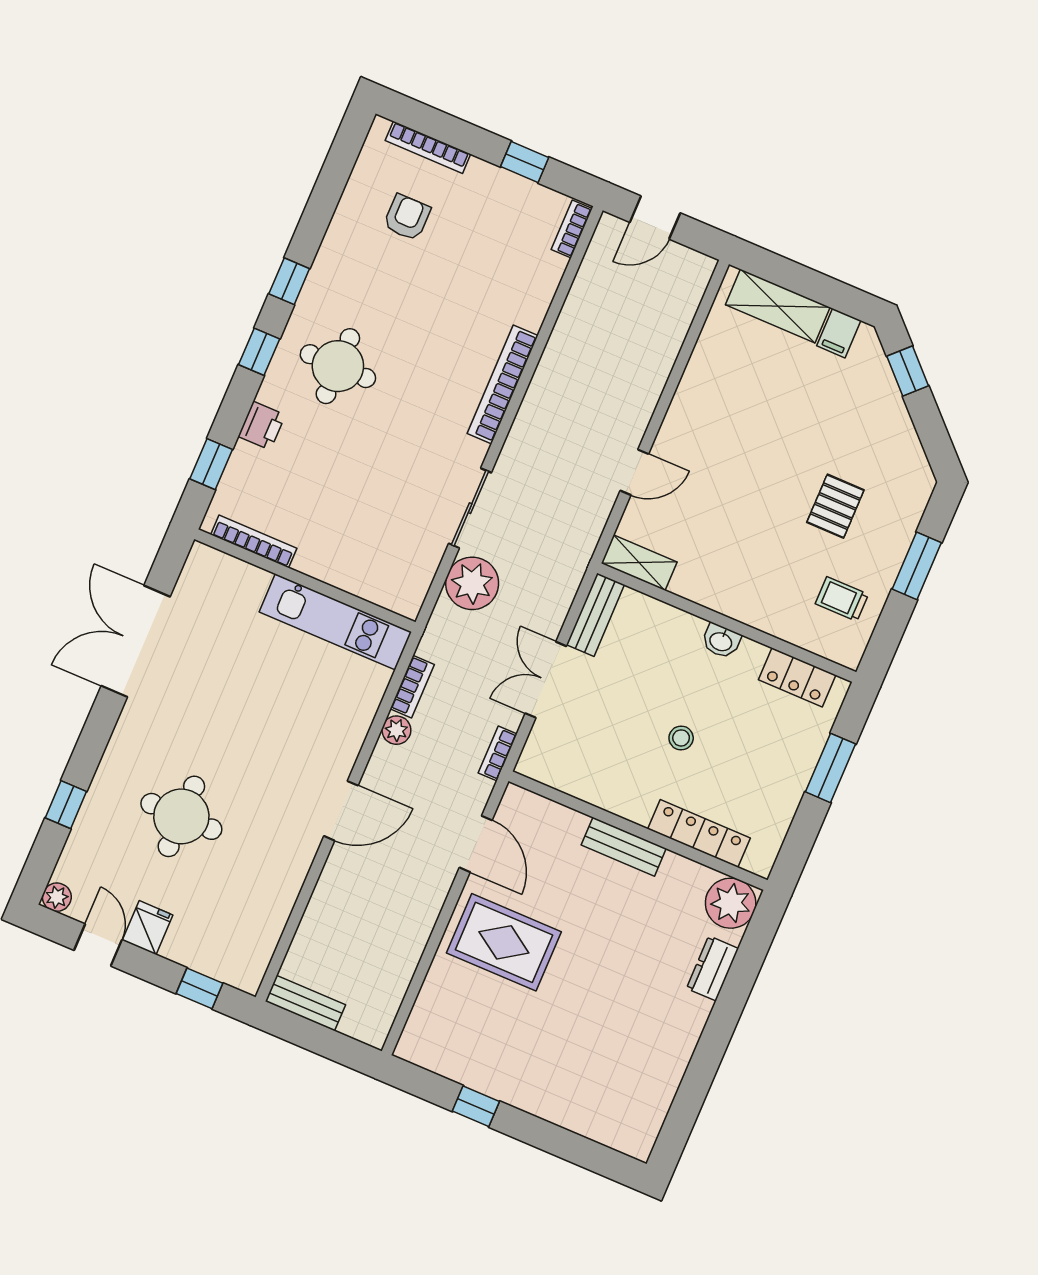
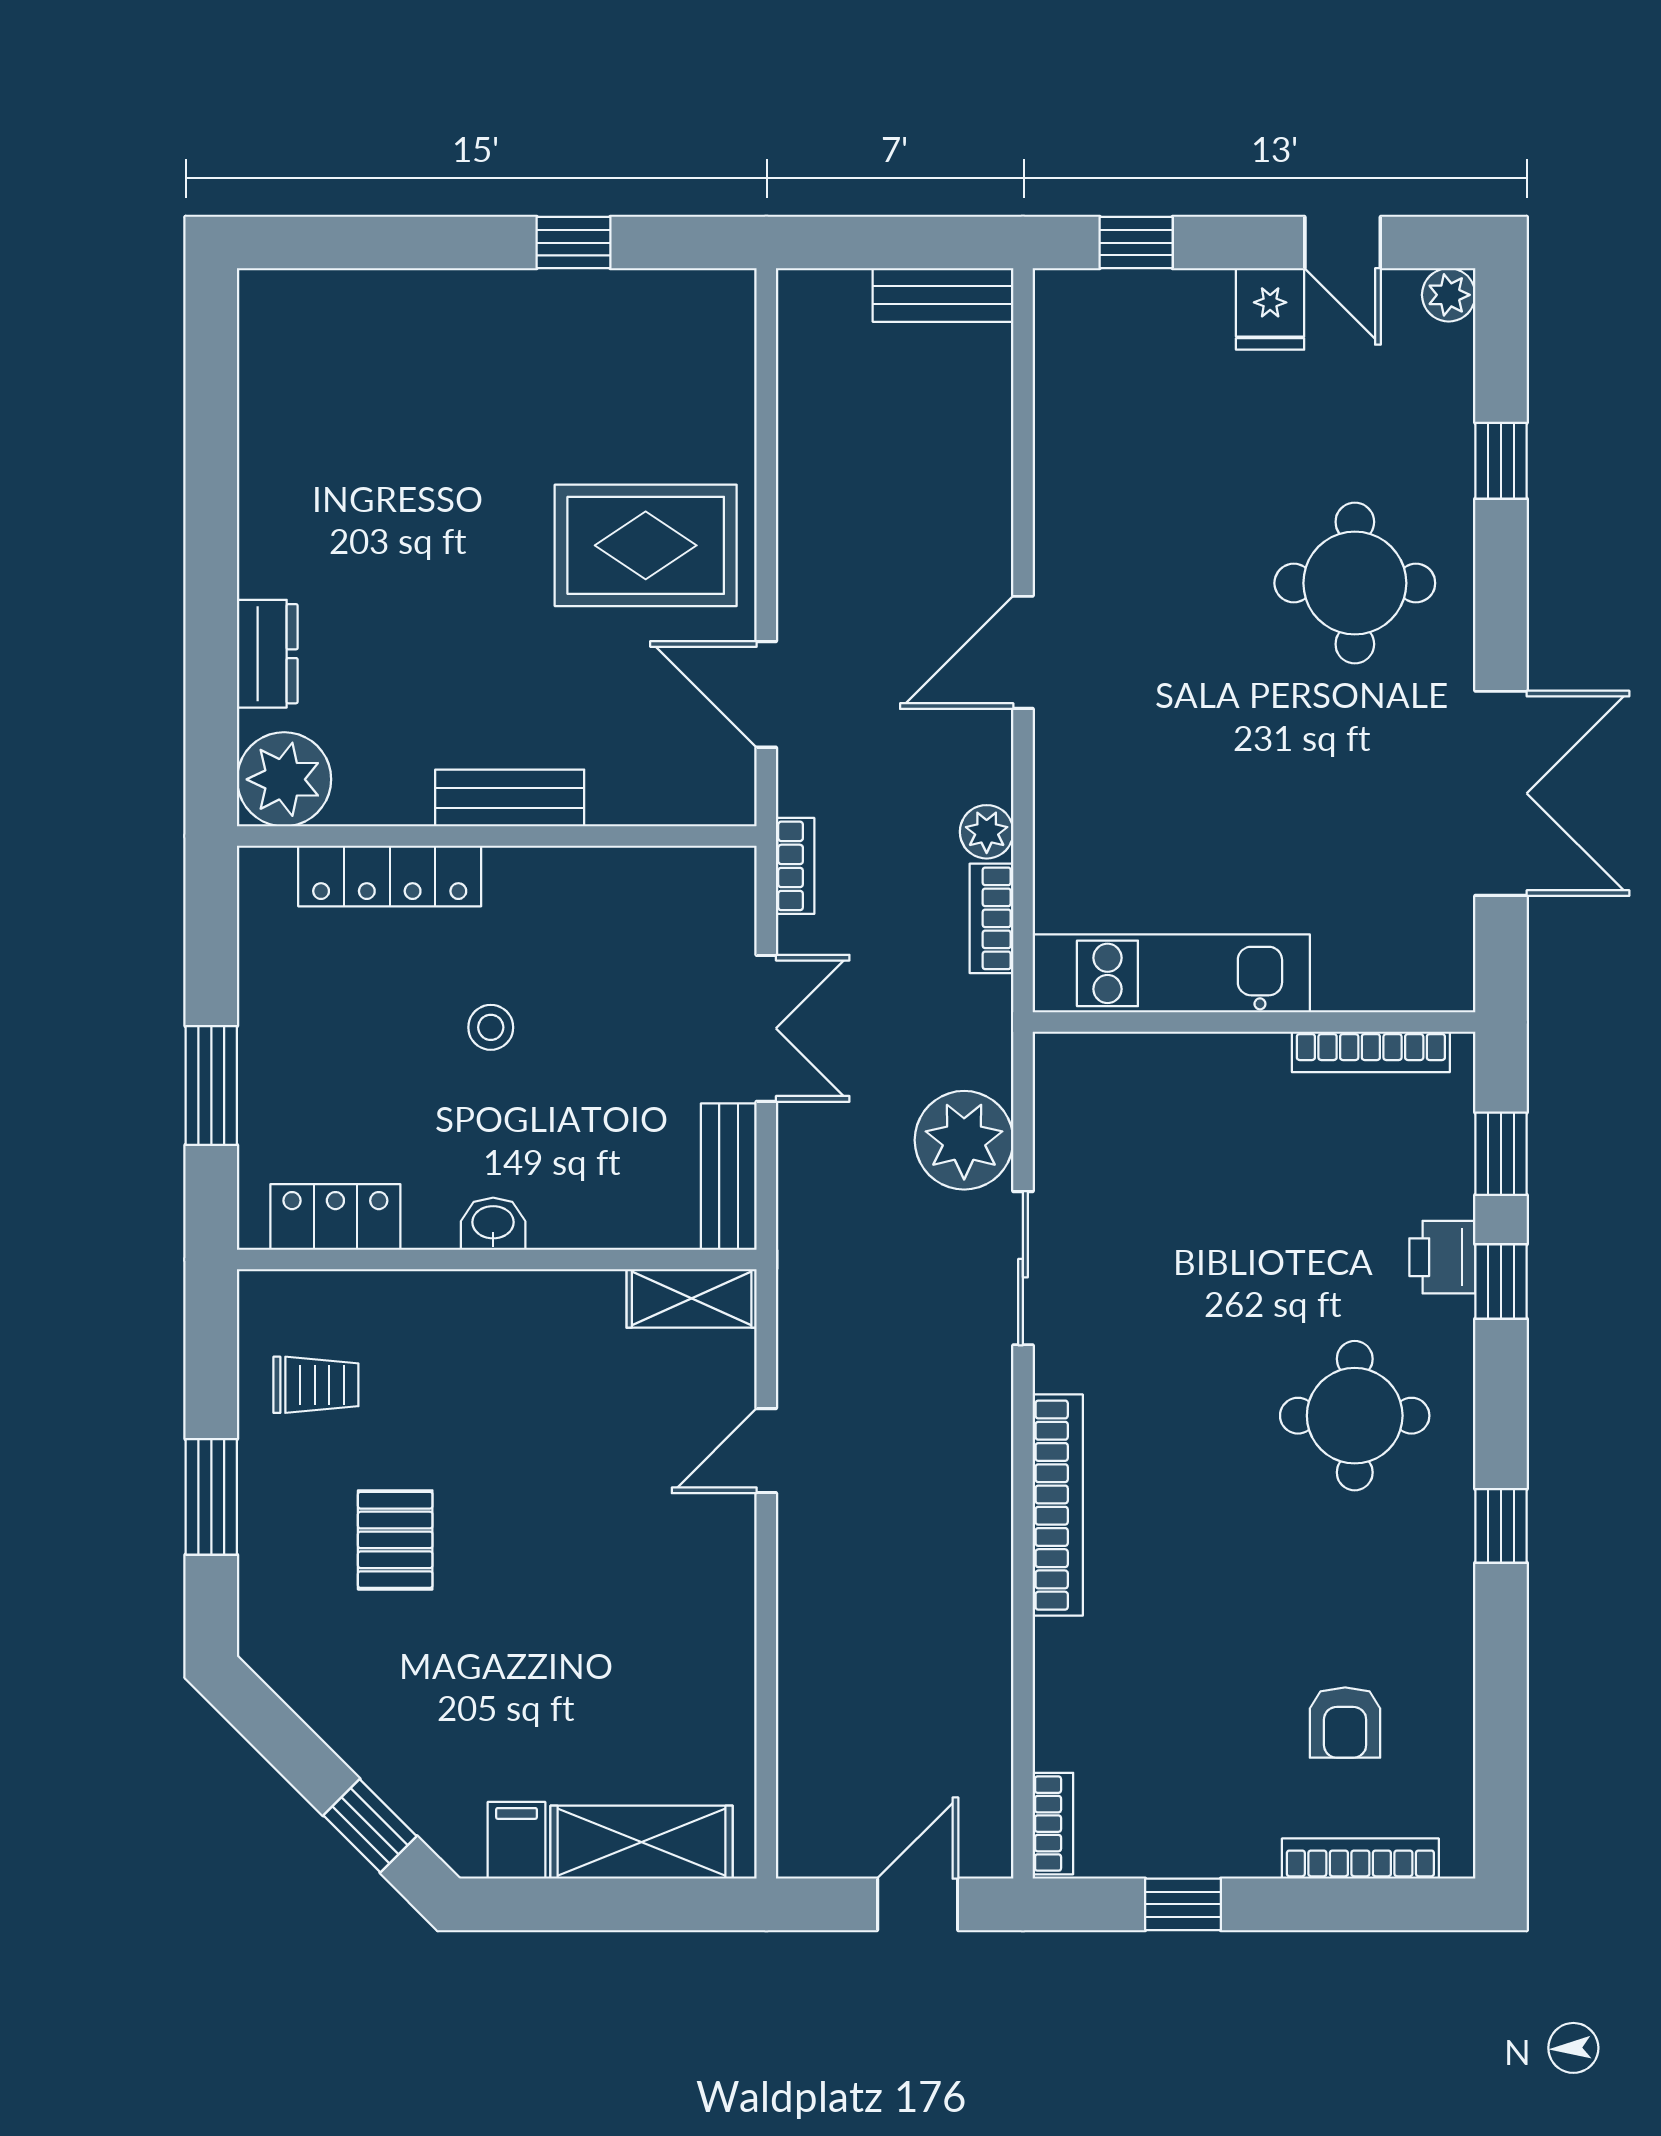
window: (259, 352) -> (1501, 1282), moved
round table: (181, 816) -> (1355, 583), moved

